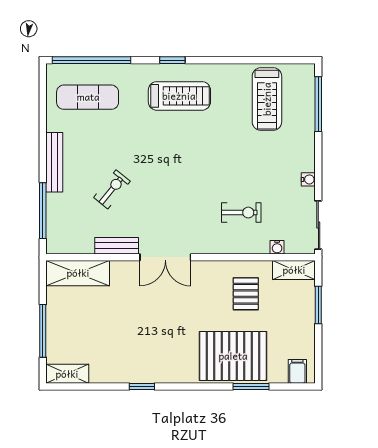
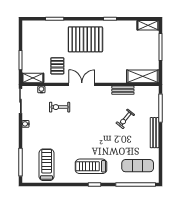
double door: (165, 257) -> (82, 84), moved
pallet: (233, 356) -> (85, 39), moved
filing cabinet: (297, 371) -> (31, 26), removed

